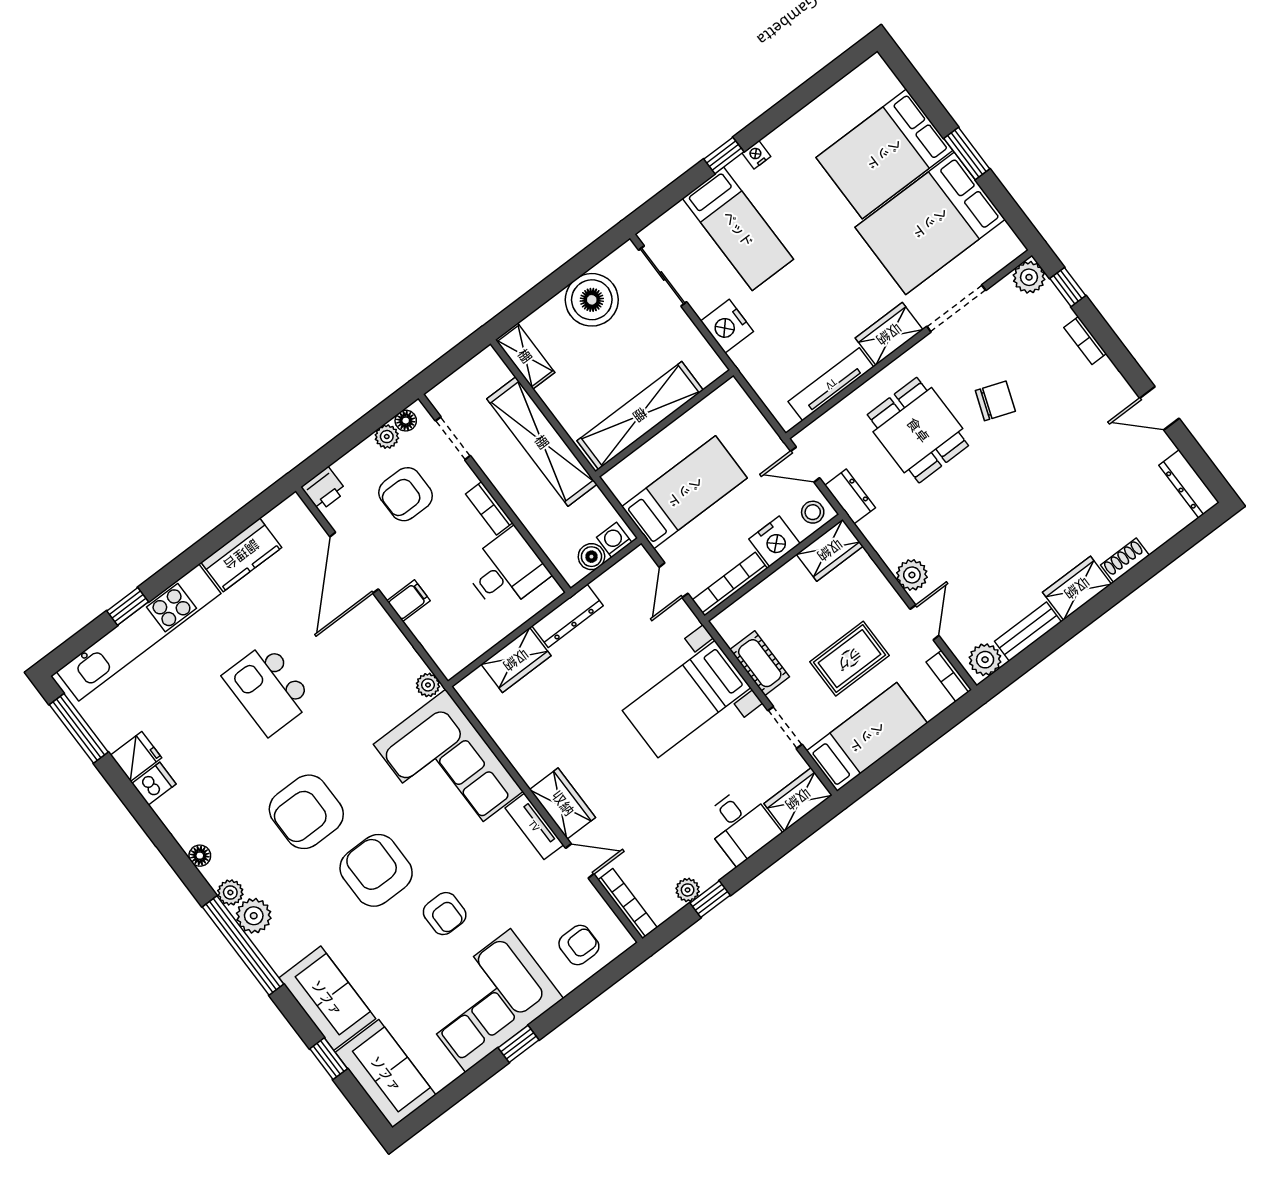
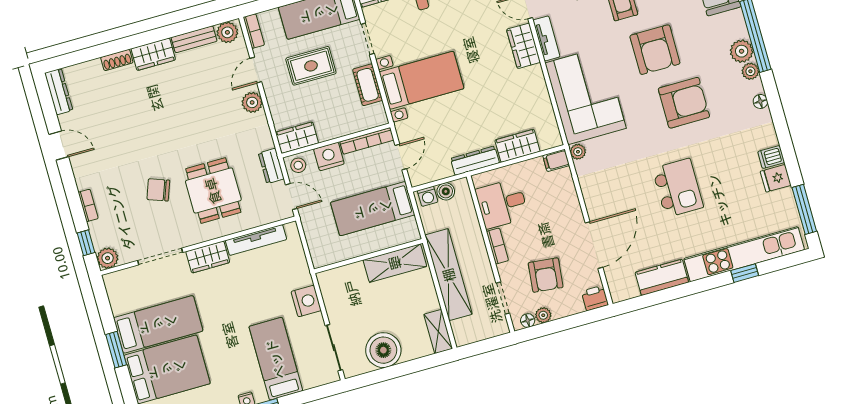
bed: (930, 223) -> (158, 324), width x0.67
shelving: (640, 415) -> (395, 263), width x0.68
armchair: (406, 494) -> (546, 275), turned 96
filing cabinet: (408, 601) -> (556, 160), moved

